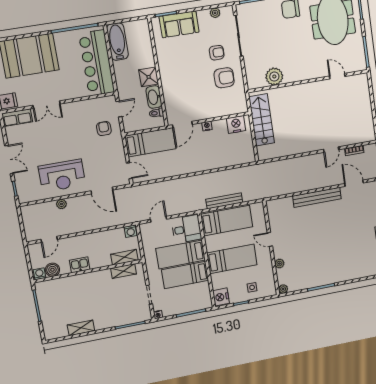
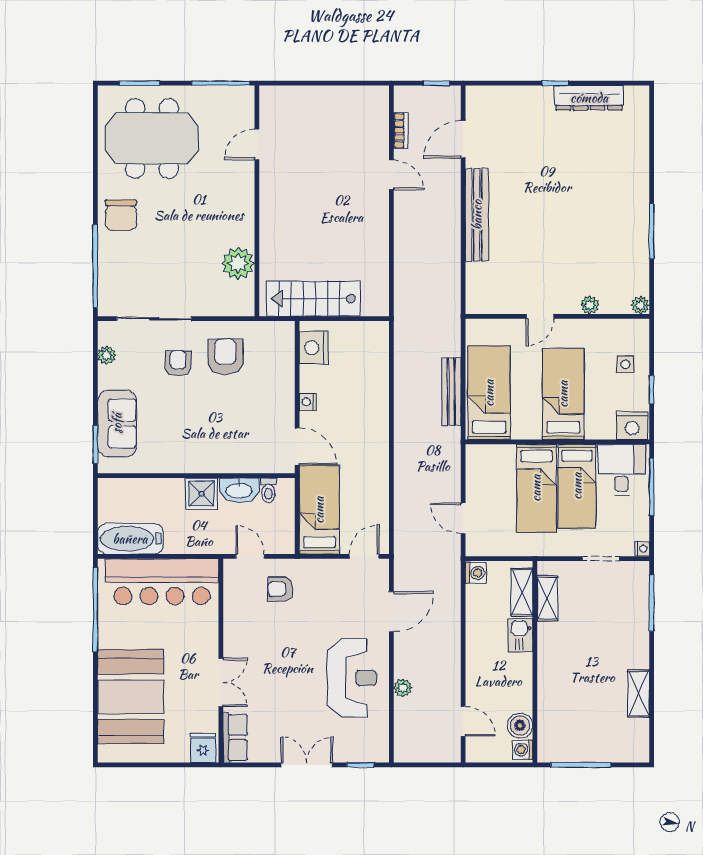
desk: (186, 229) -> (622, 470), moved
kitchen sink: (80, 265) -> (520, 635), moved

